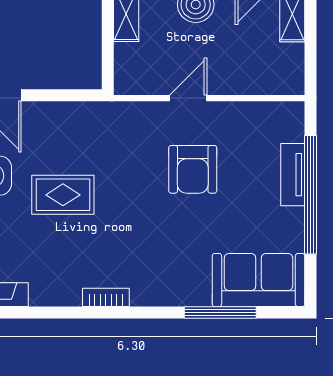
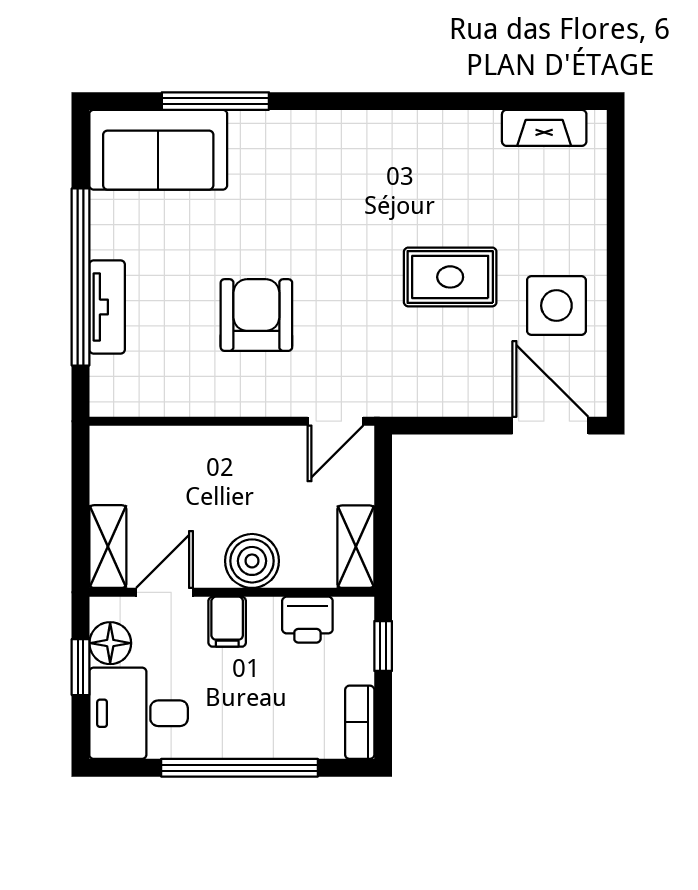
door: (188, 98) -> (335, 421), moved
bookcase: (106, 297) -> (386, 124), removed

